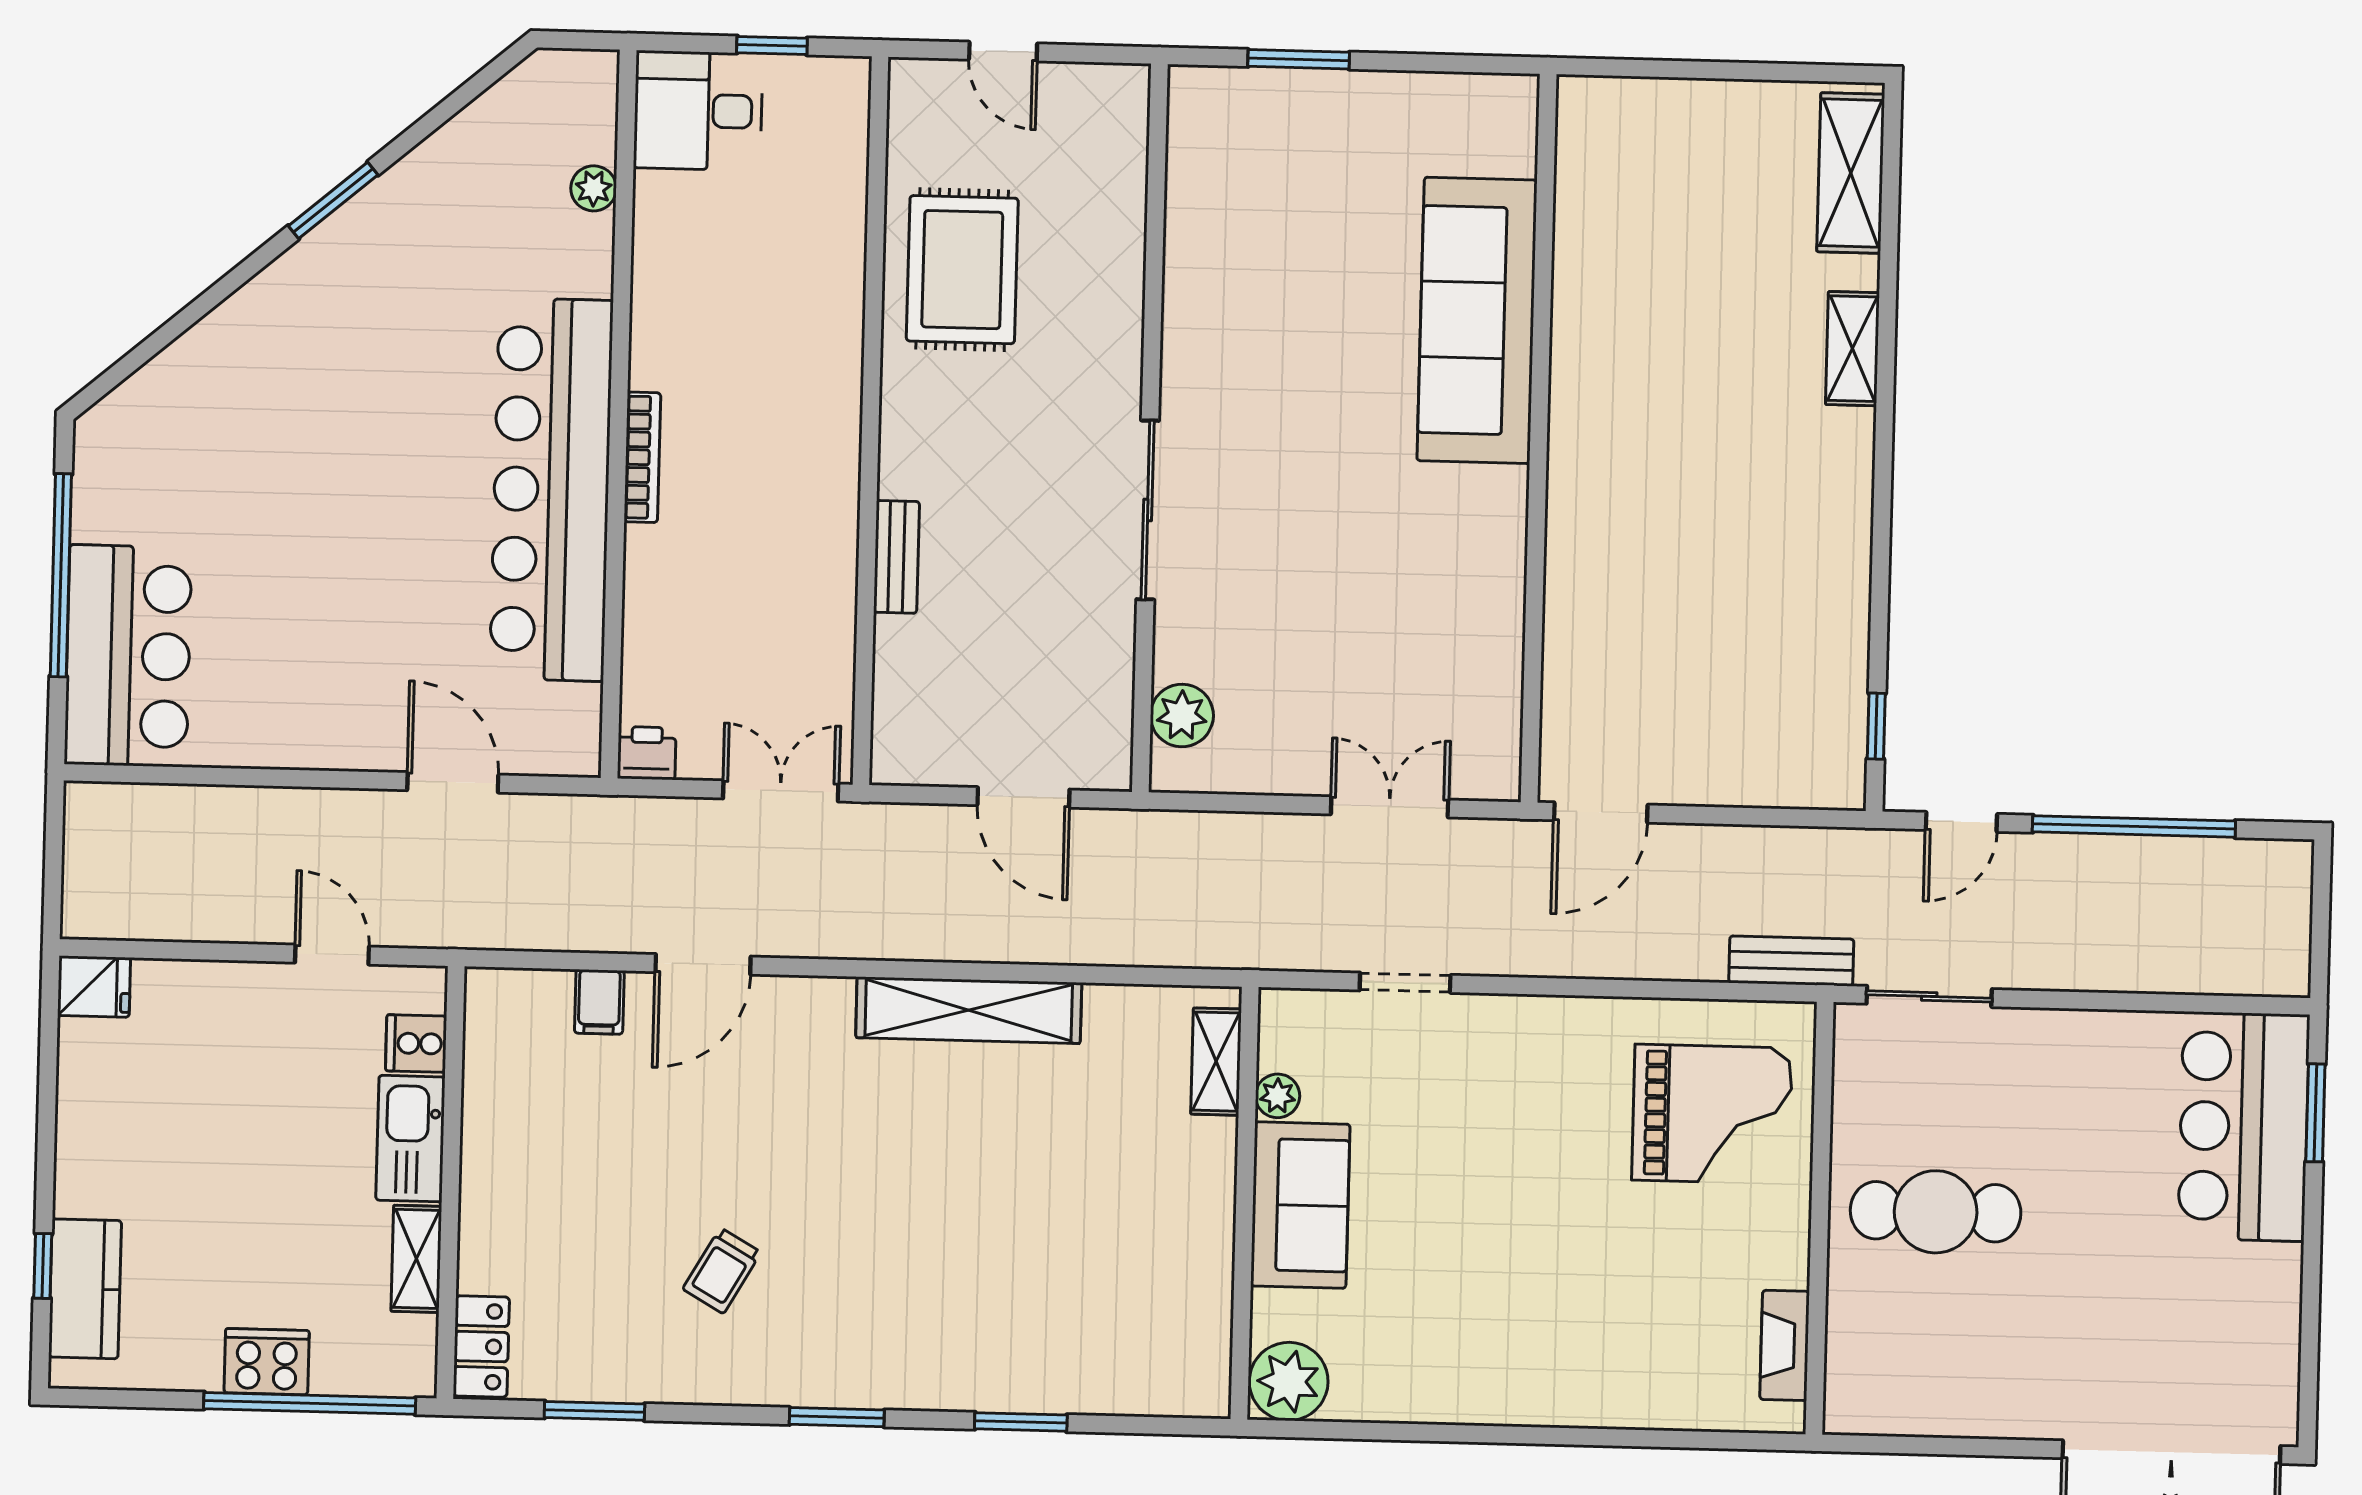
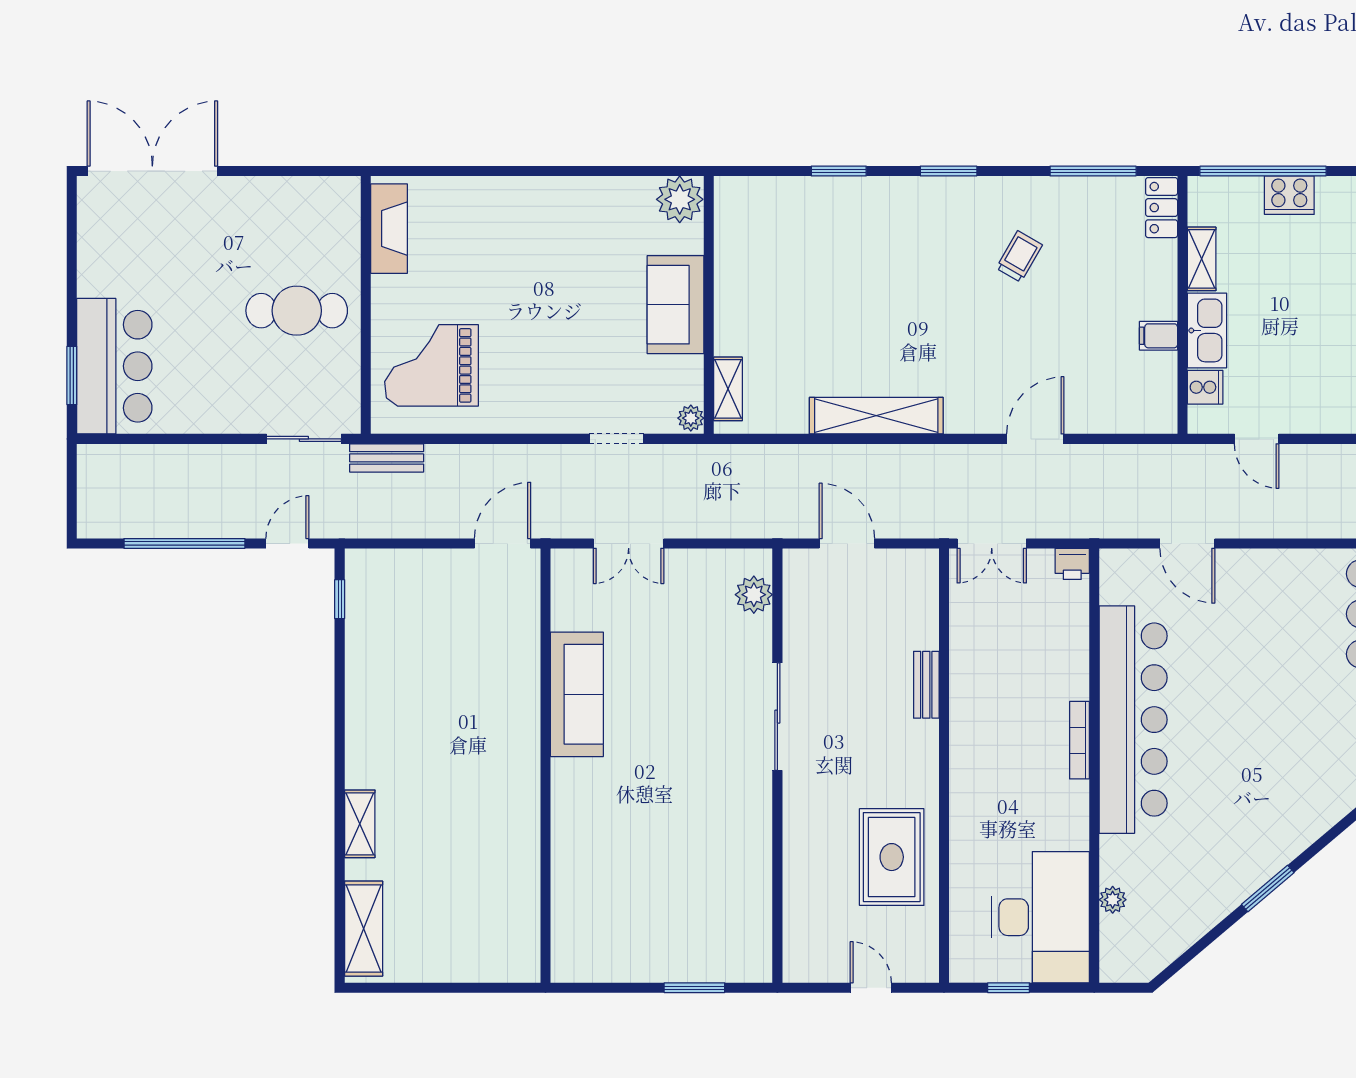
desk: (698, 111) -> (1040, 917), width x1.87, depth x1.30
sofa: (1477, 320) -> (577, 694), moved, width x0.74, depth x0.79
filing cabinet: (599, 1002) -> (1158, 336), moved, turned -90
plant: (1278, 1096) -> (691, 418), moved
fireplace: (1785, 1345) -> (389, 229), width x1.37, depth x1.32
window: (594, 1411) -> (1093, 171), width x1.44

